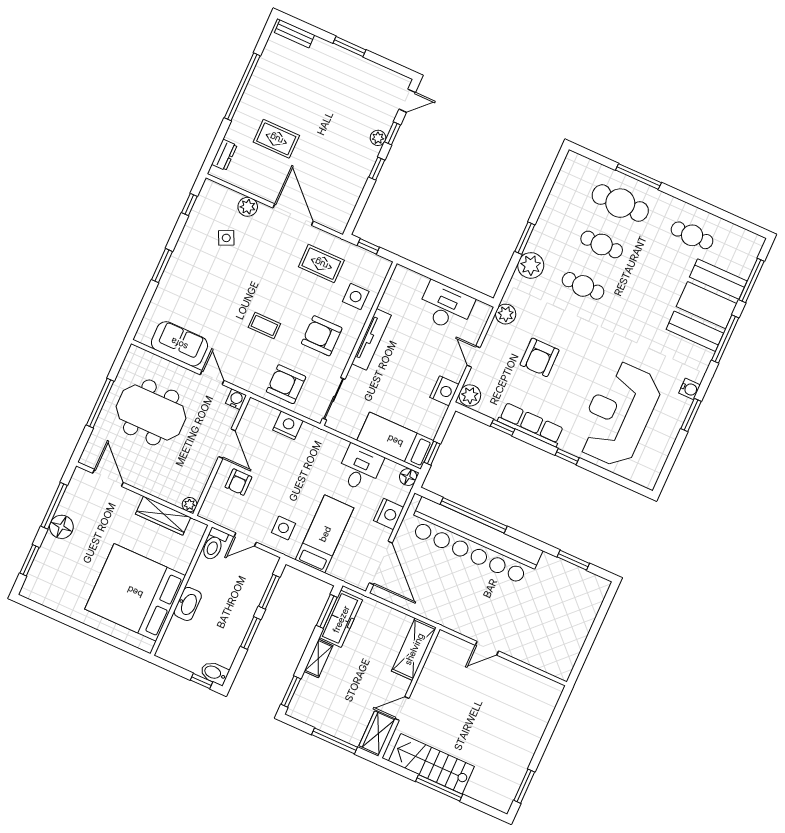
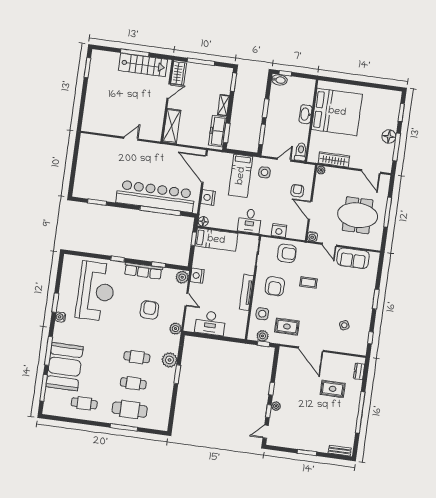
plant: (248, 207) -> (262, 336), moved
armchair: (322, 336) -> (275, 286), turned 90
desk: (360, 468) -> (250, 221), moved

